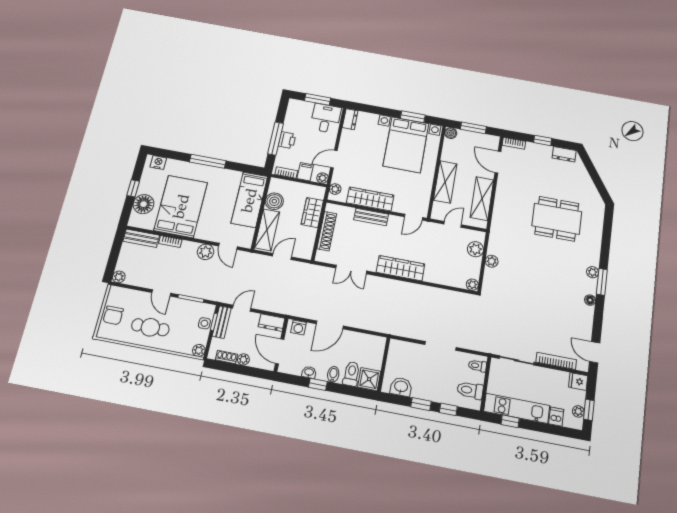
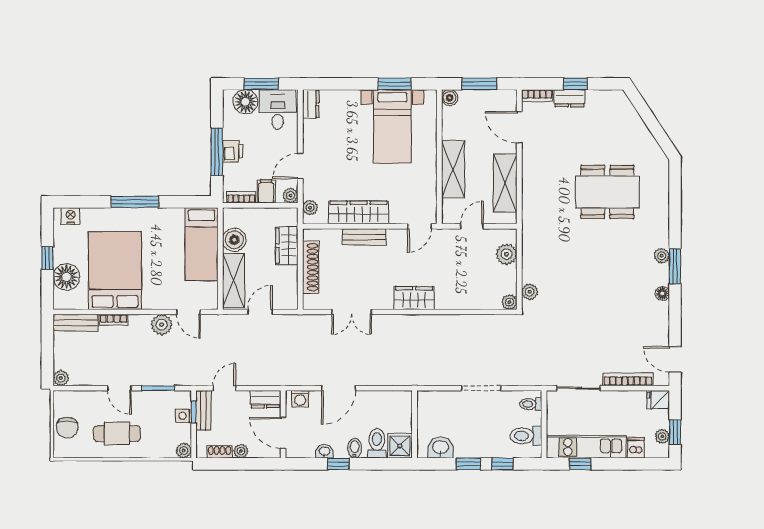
floor lamp: (304, 109) -> (245, 102), added
bed with nightstands: (406, 145) -> (392, 126), width x0.73
dresser: (564, 154) -> (569, 98), moved
plant: (492, 261) -> (530, 292), moved
wardrobe: (400, 268) -> (414, 298), width x0.67

